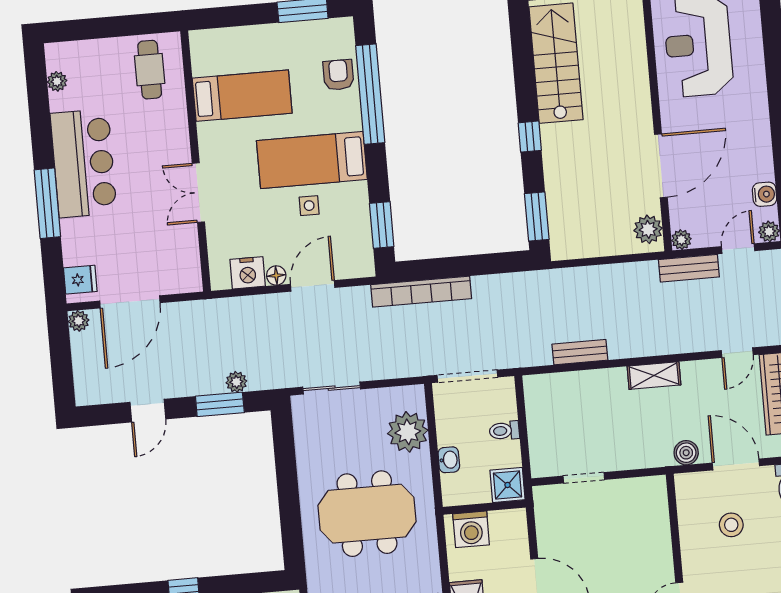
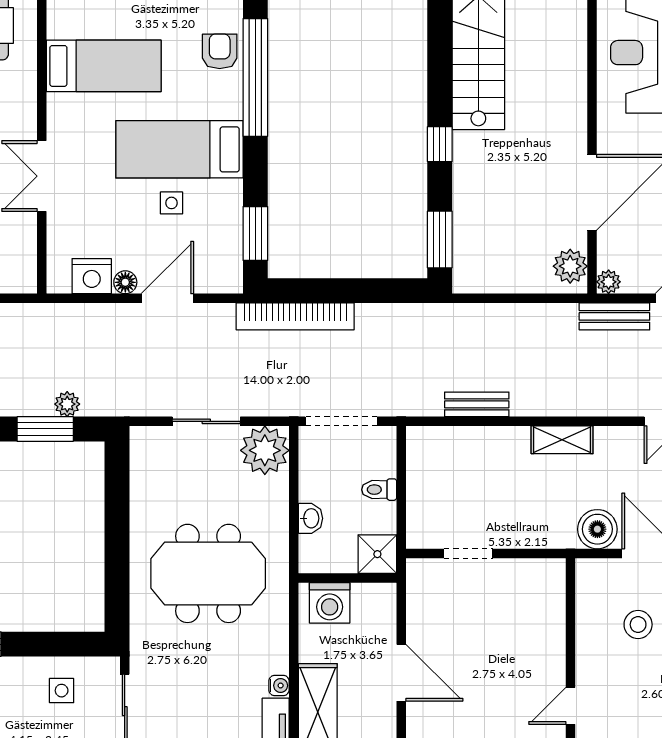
sliding door: (332, 388) -> (206, 421), moved
plant: (408, 432) -> (265, 450), moved
boiler: (686, 453) -> (597, 529), width x1.36, depth x1.36

